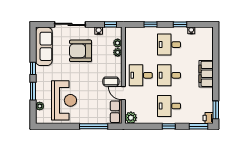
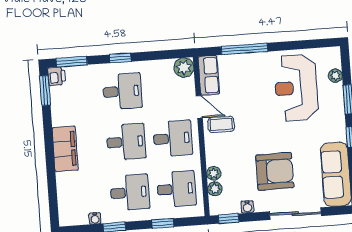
desk: (141, 45) -> (176, 189), added

